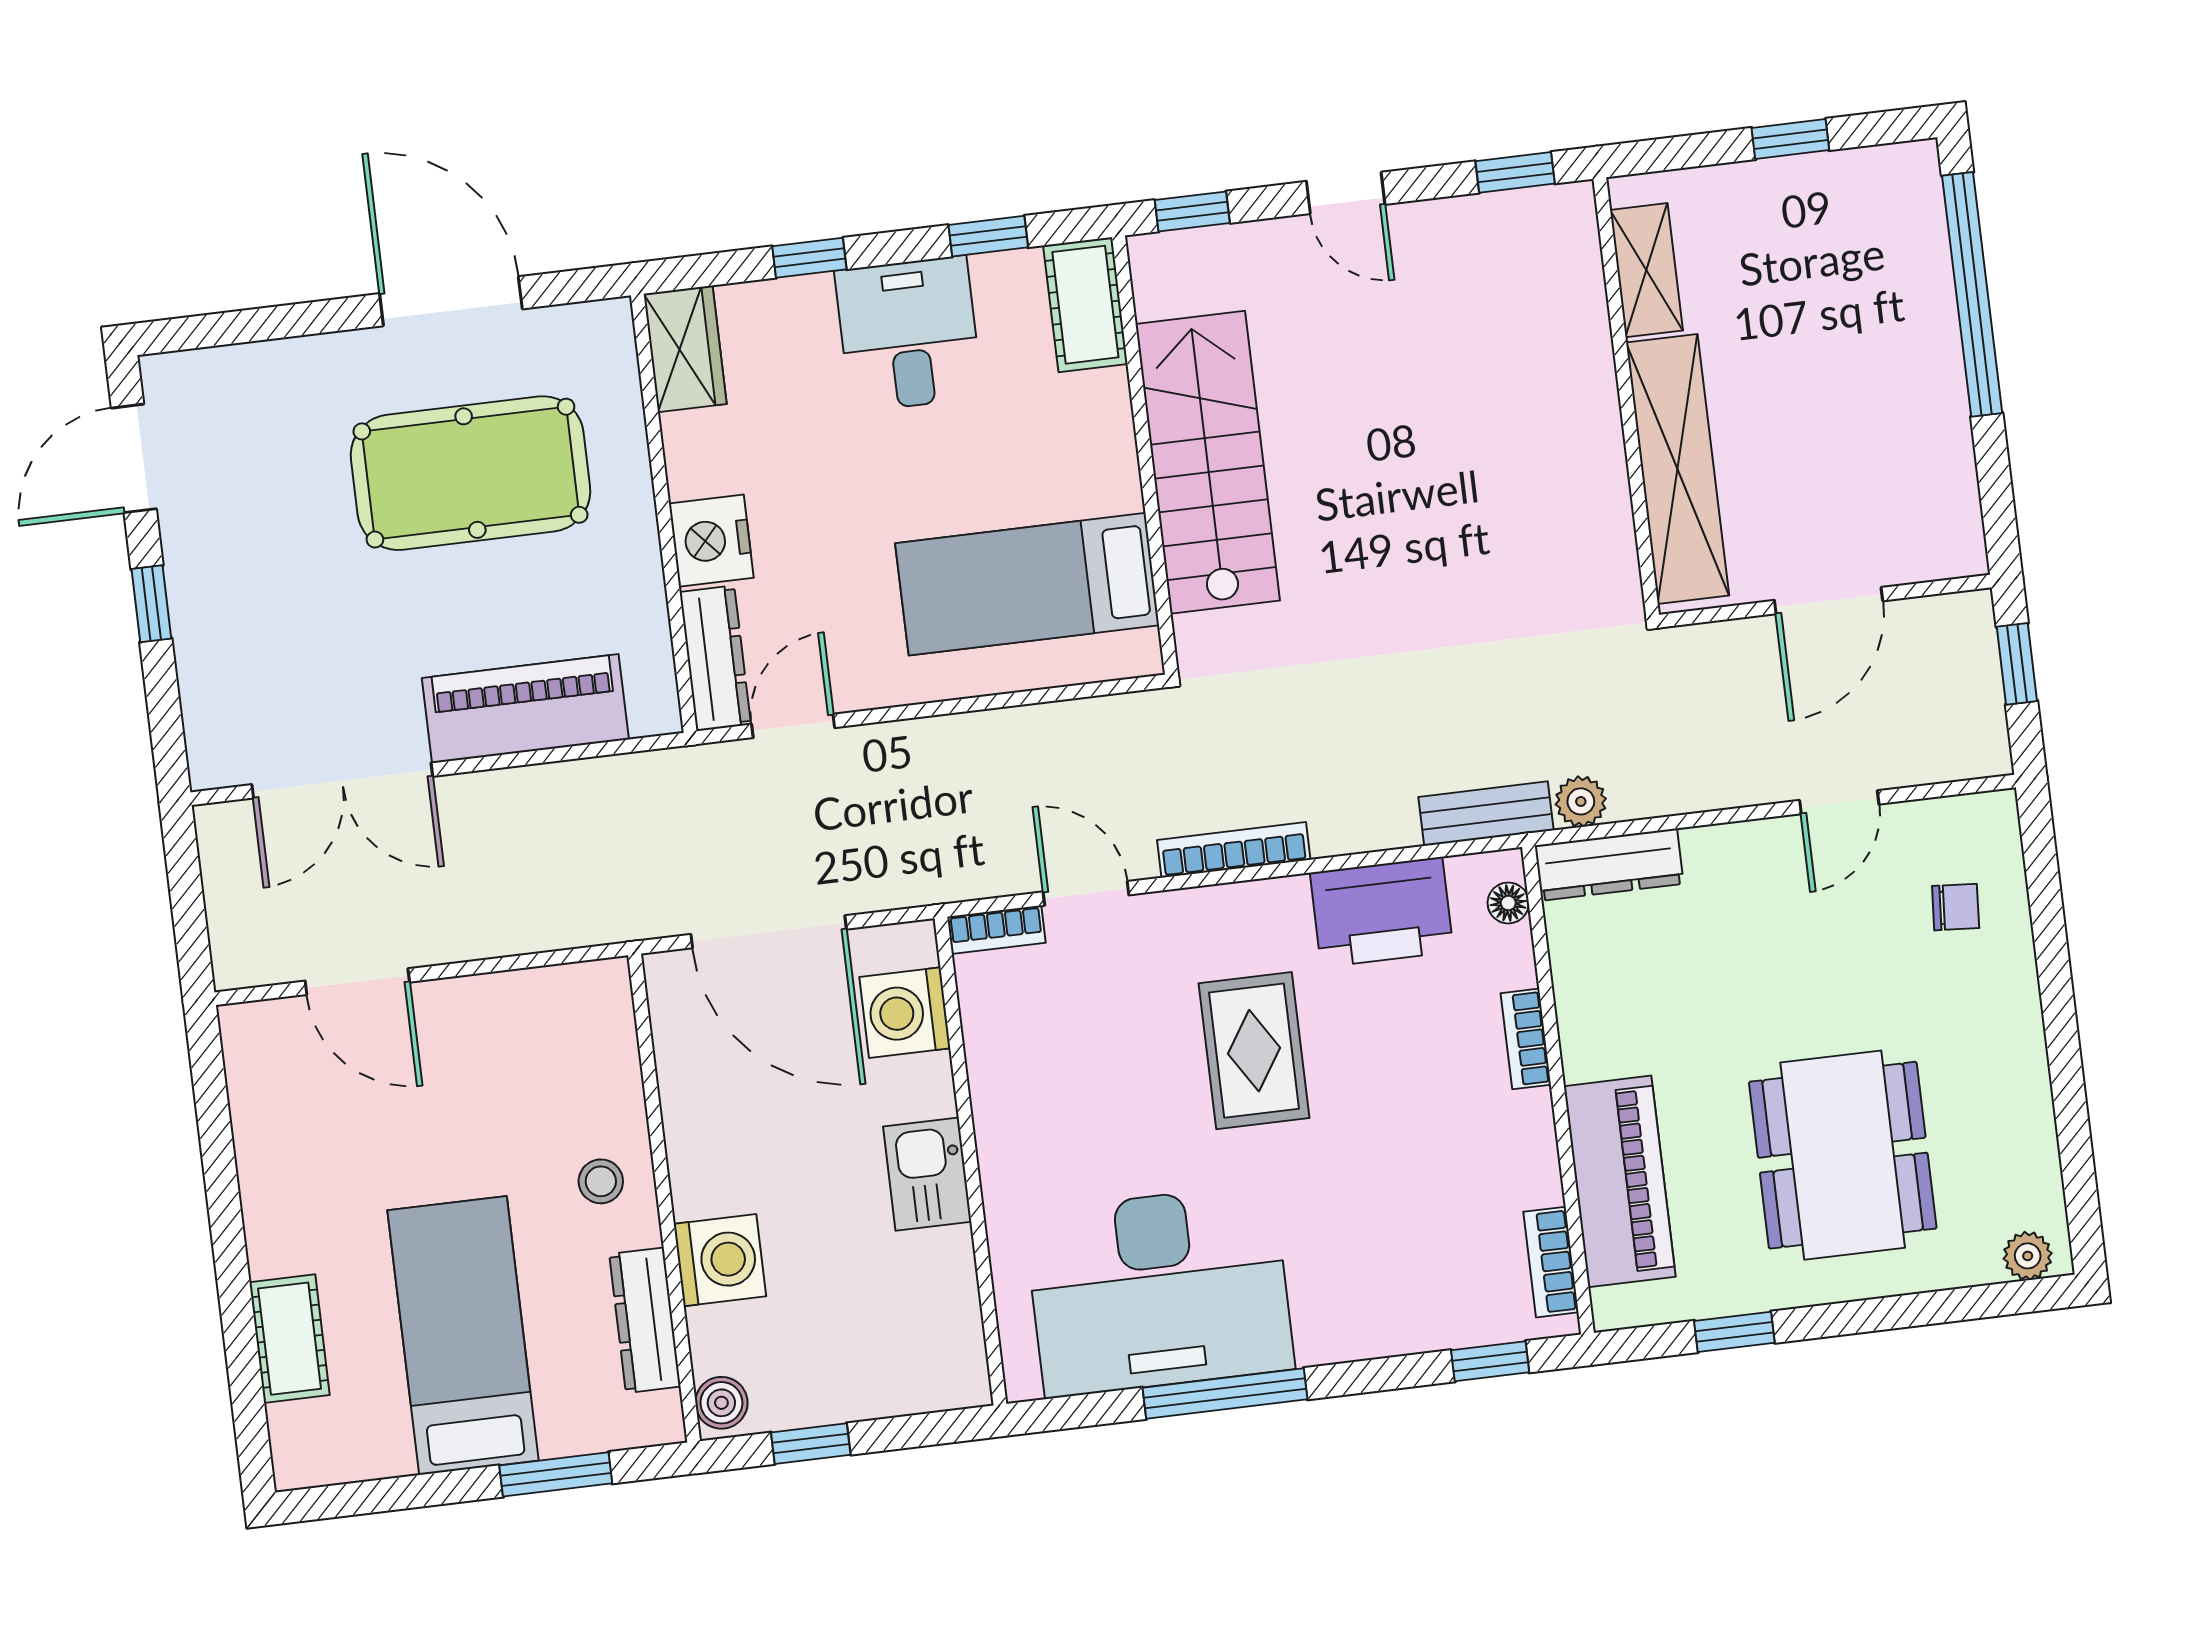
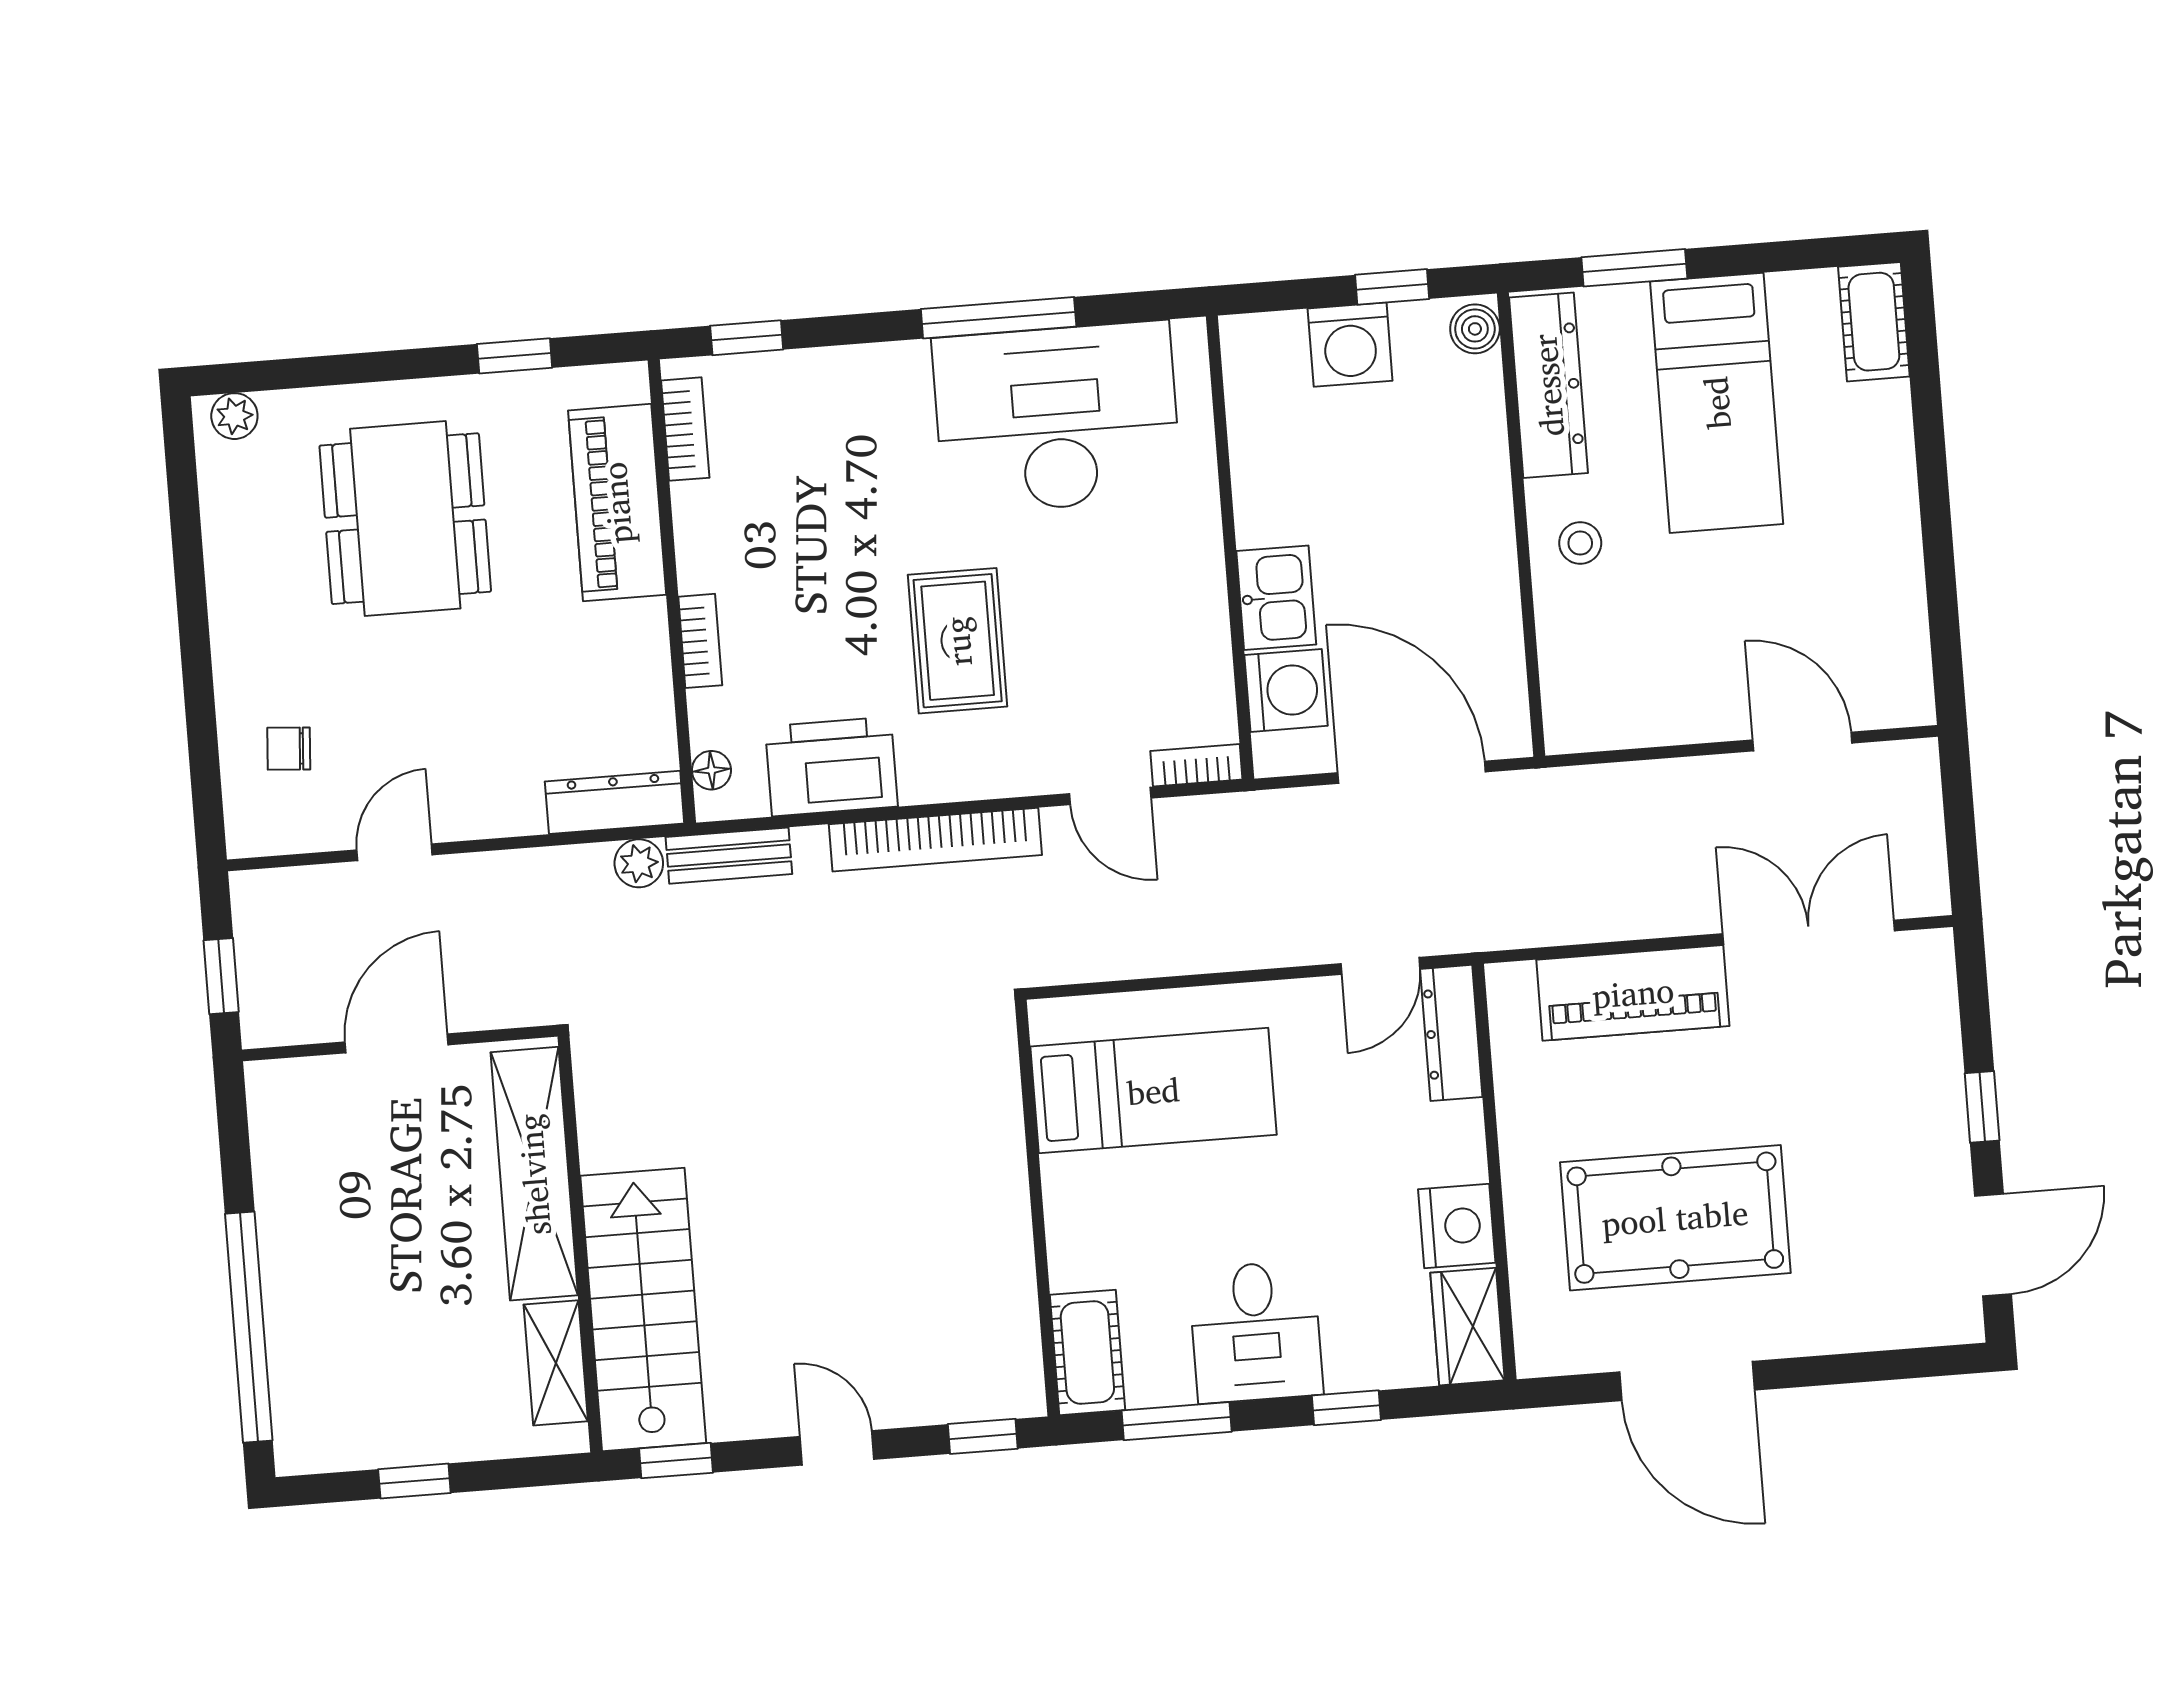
window: (988, 236) -> (1177, 1421), width x1.50
stairs: (1208, 462) -> (643, 1309), moved, turned 180
nightstand: (711, 541) -> (1457, 1226), moved
bookcase: (1234, 850) -> (935, 840), width x1.48, depth x1.31
kitchen sink: (927, 1174) -> (1276, 598), moved
washing machine: (720, 1260) -> (1350, 345), moved, turned -90
dresser: (645, 1320) -> (1548, 385), width x1.37, depth x1.24
cot: (290, 1339) -> (1874, 322), moved

